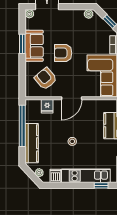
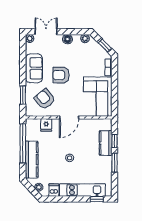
floor lamp: (70, 15) -> (67, 39), added
window: (22, 44) -> (23, 95), moved

